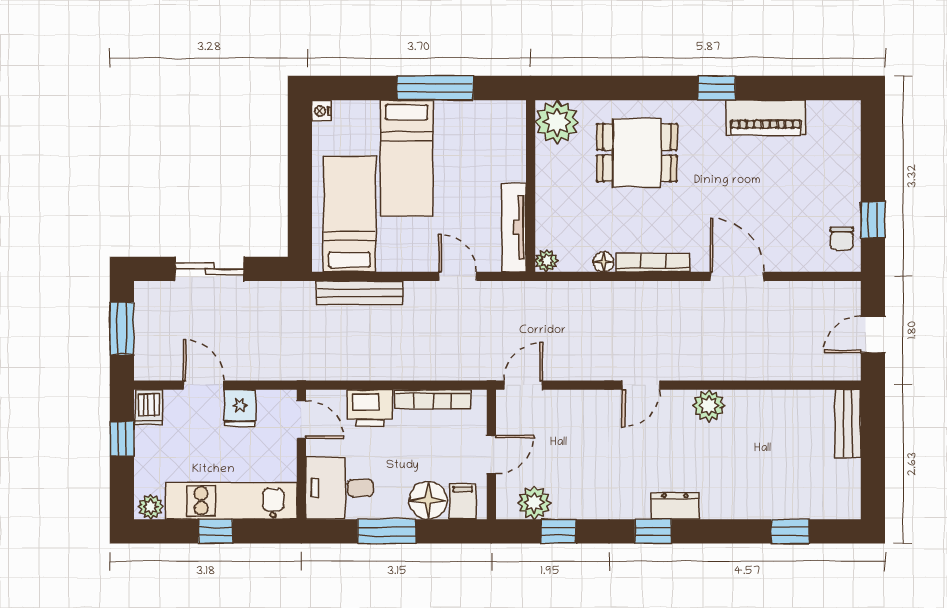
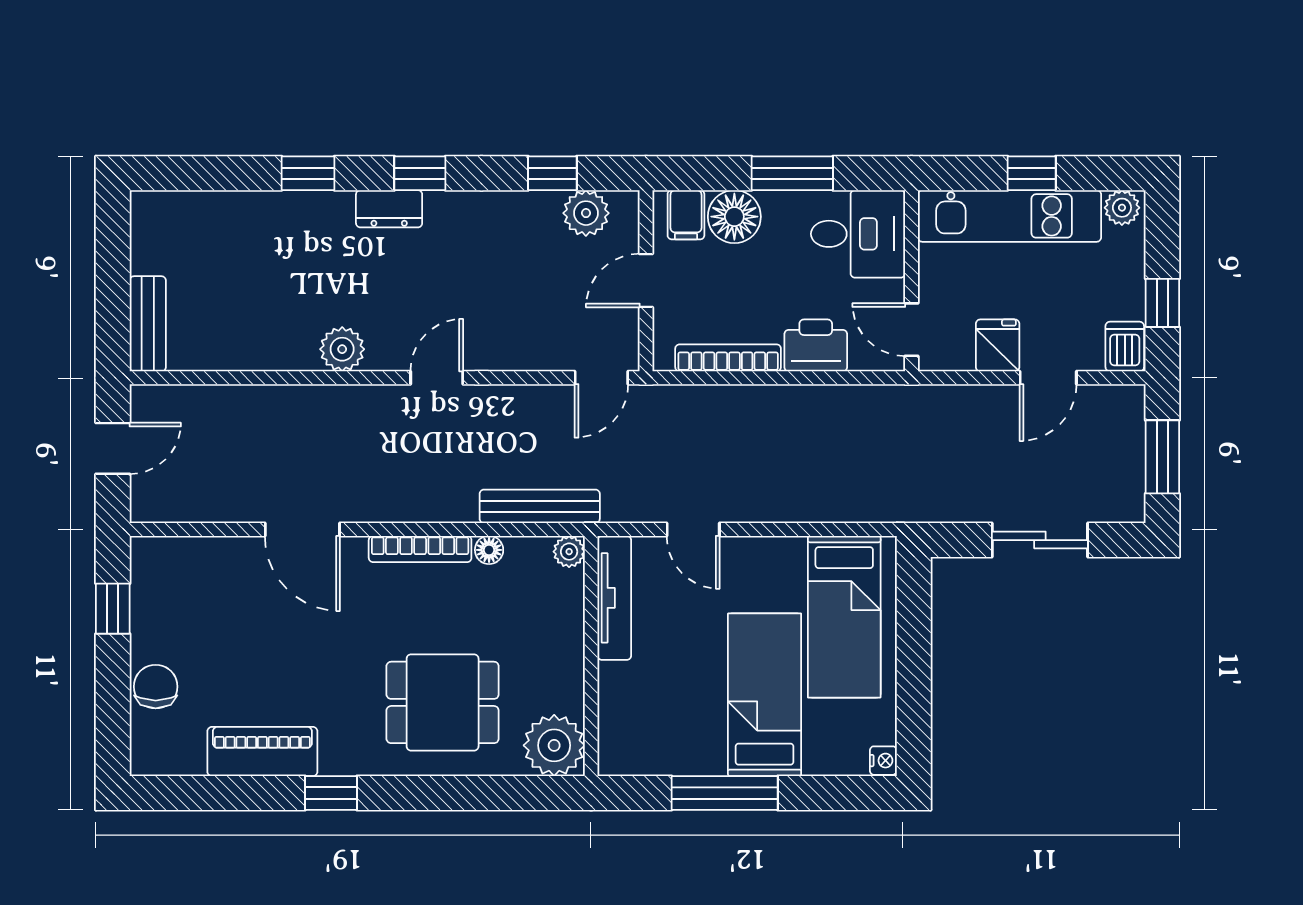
chair: (842, 239) -> (156, 687), moved, width x1.37, depth x1.37
bench: (359, 293) -> (540, 506), moved
door: (204, 385) -> (1048, 378), hinge flipped
window: (790, 531) -> (308, 173), moved

